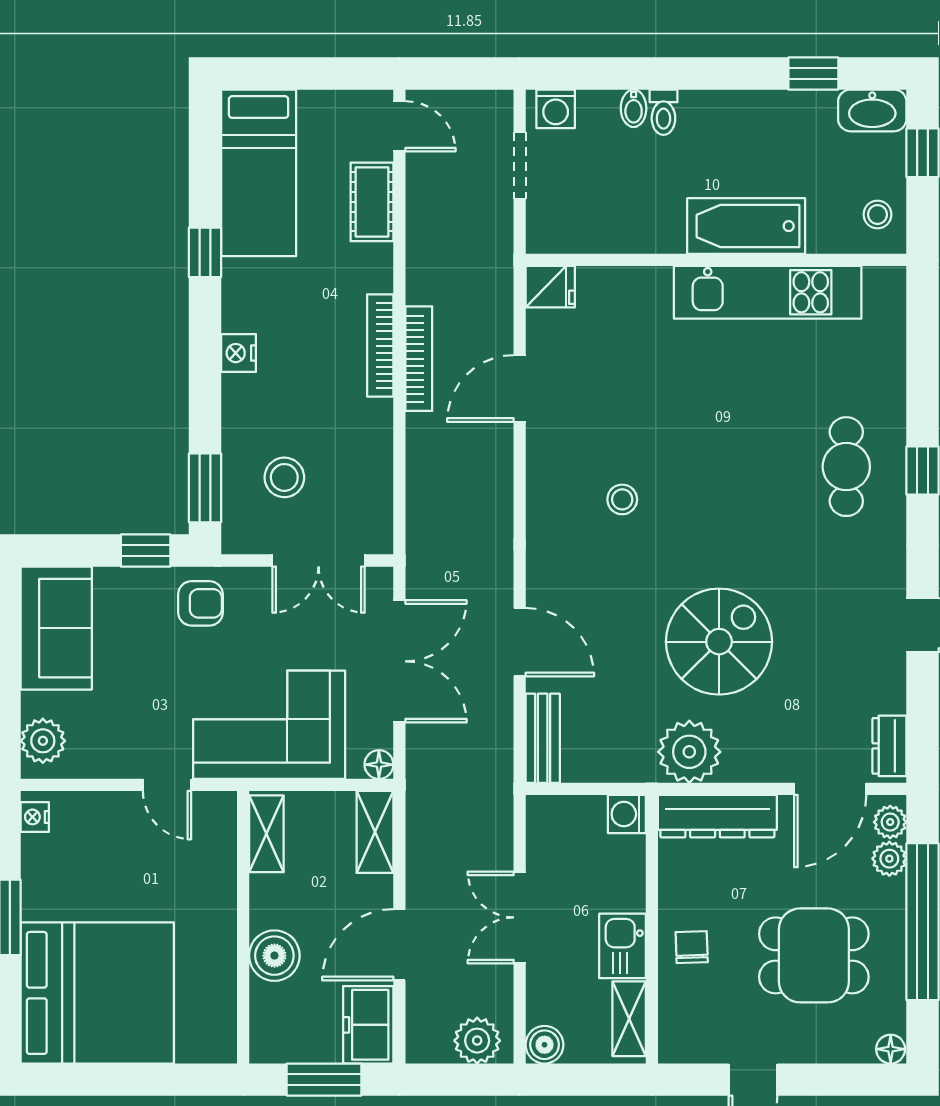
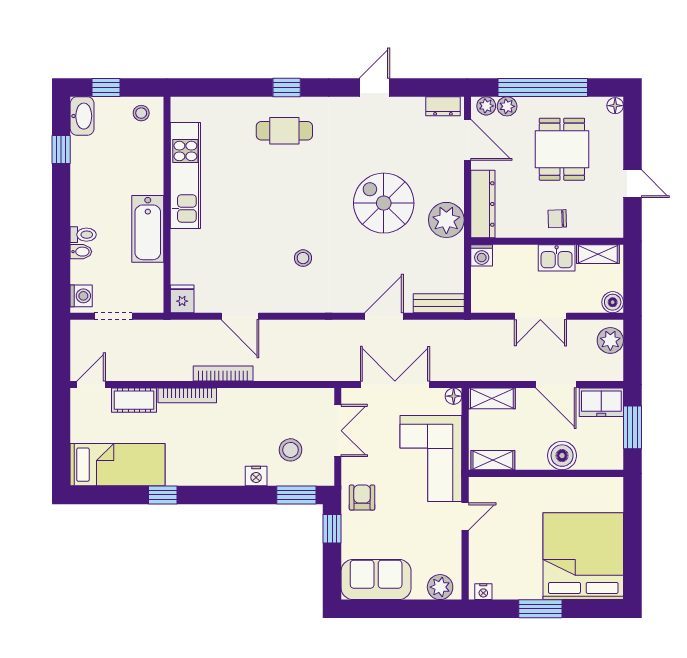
bathtub: (746, 226) -> (148, 229), moved
bookcase: (380, 346) -> (187, 395), moved
nightstand: (238, 353) -> (256, 476), moved

